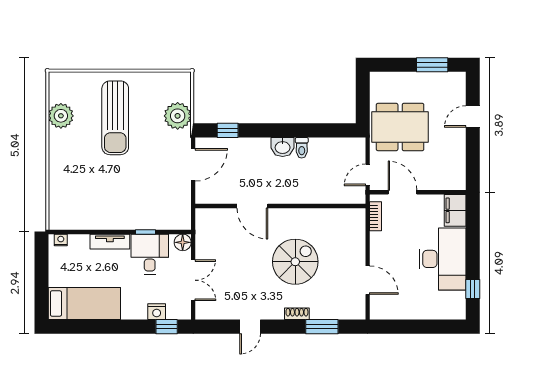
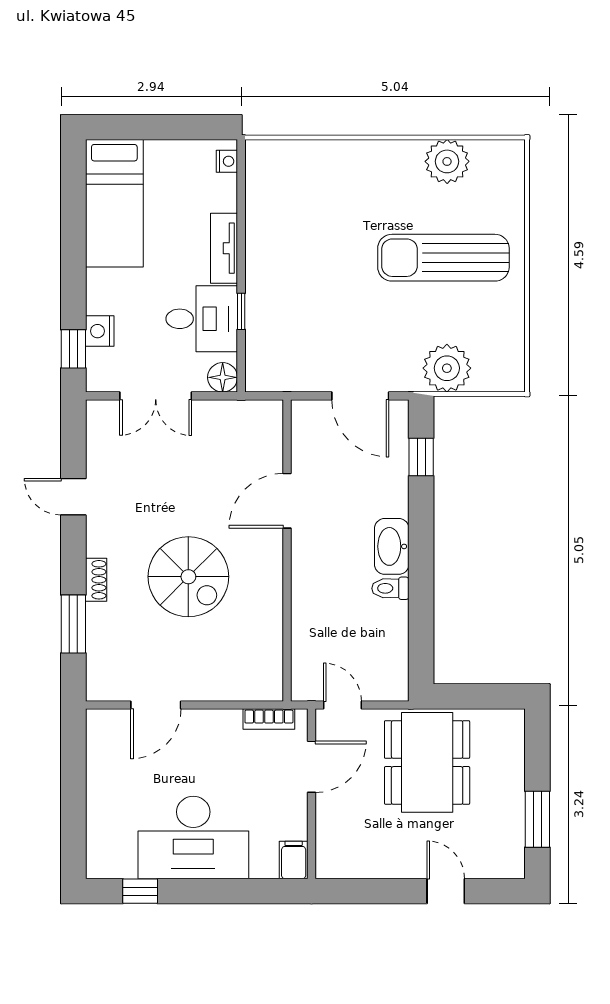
washbasin: (283, 147) -> (392, 546), width x1.38
filing cabinet: (455, 210) -> (294, 860), width x0.50

